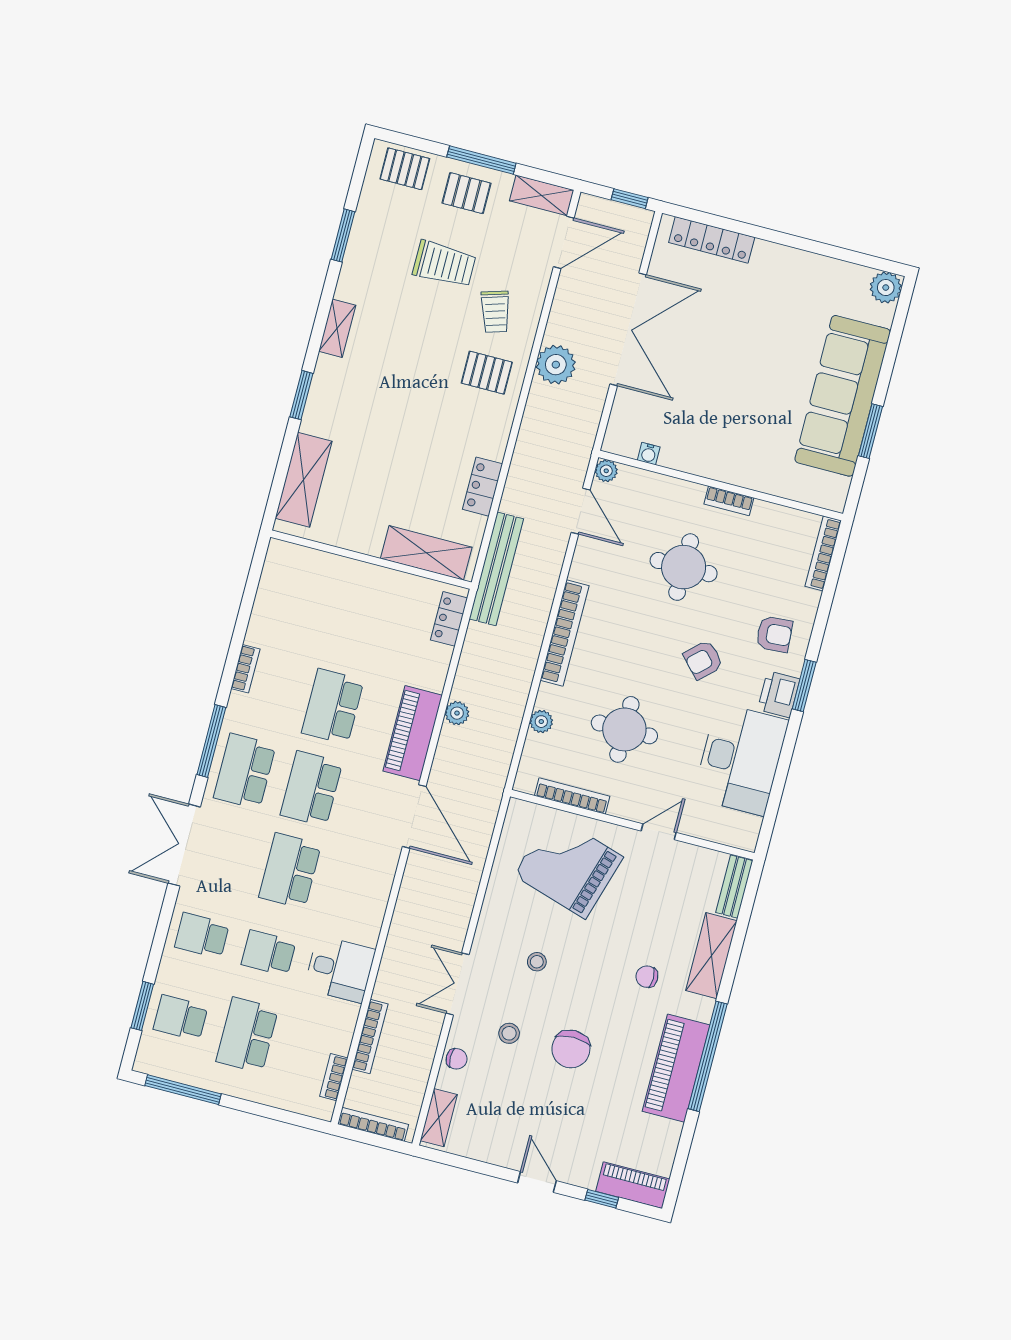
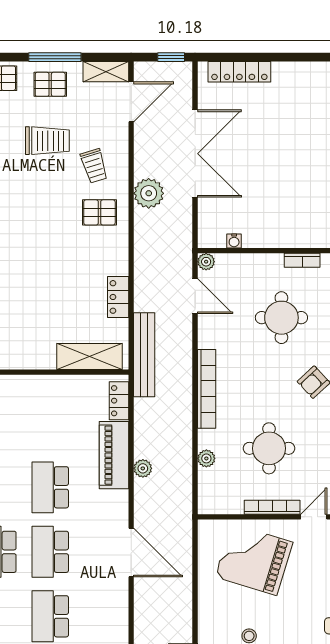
piano: (413, 733) -> (114, 455), moved
bookcase: (572, 796) -> (272, 507), moved

